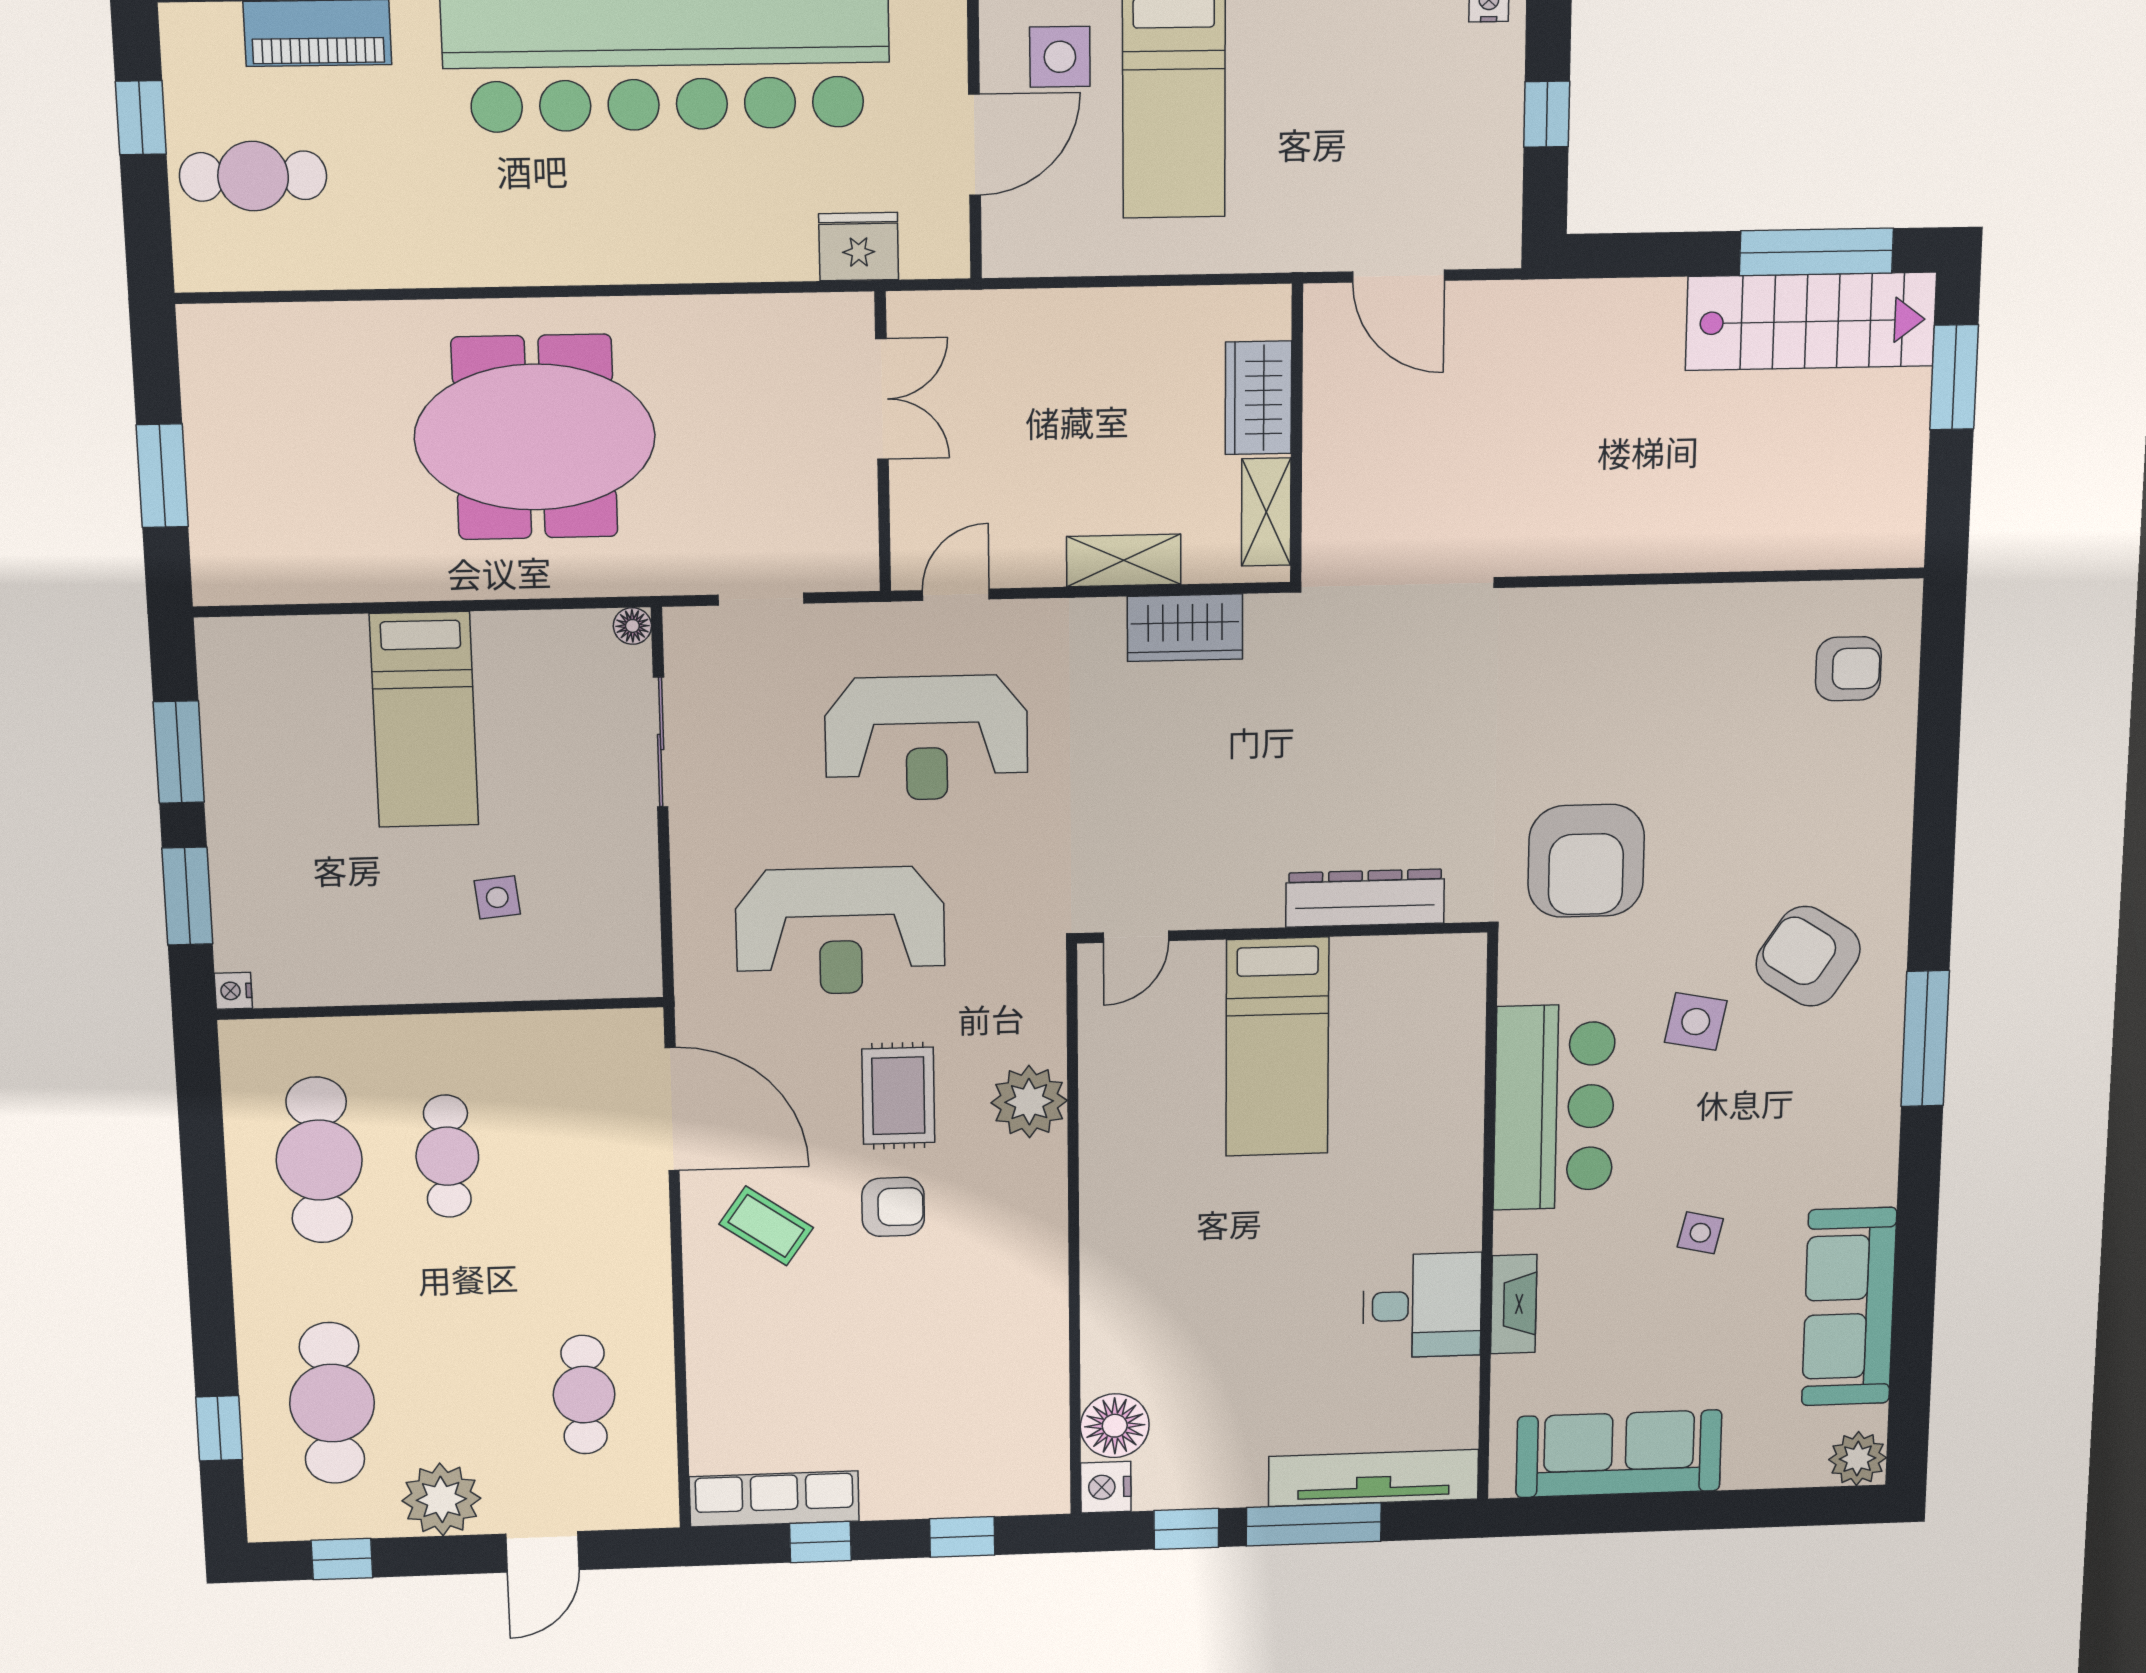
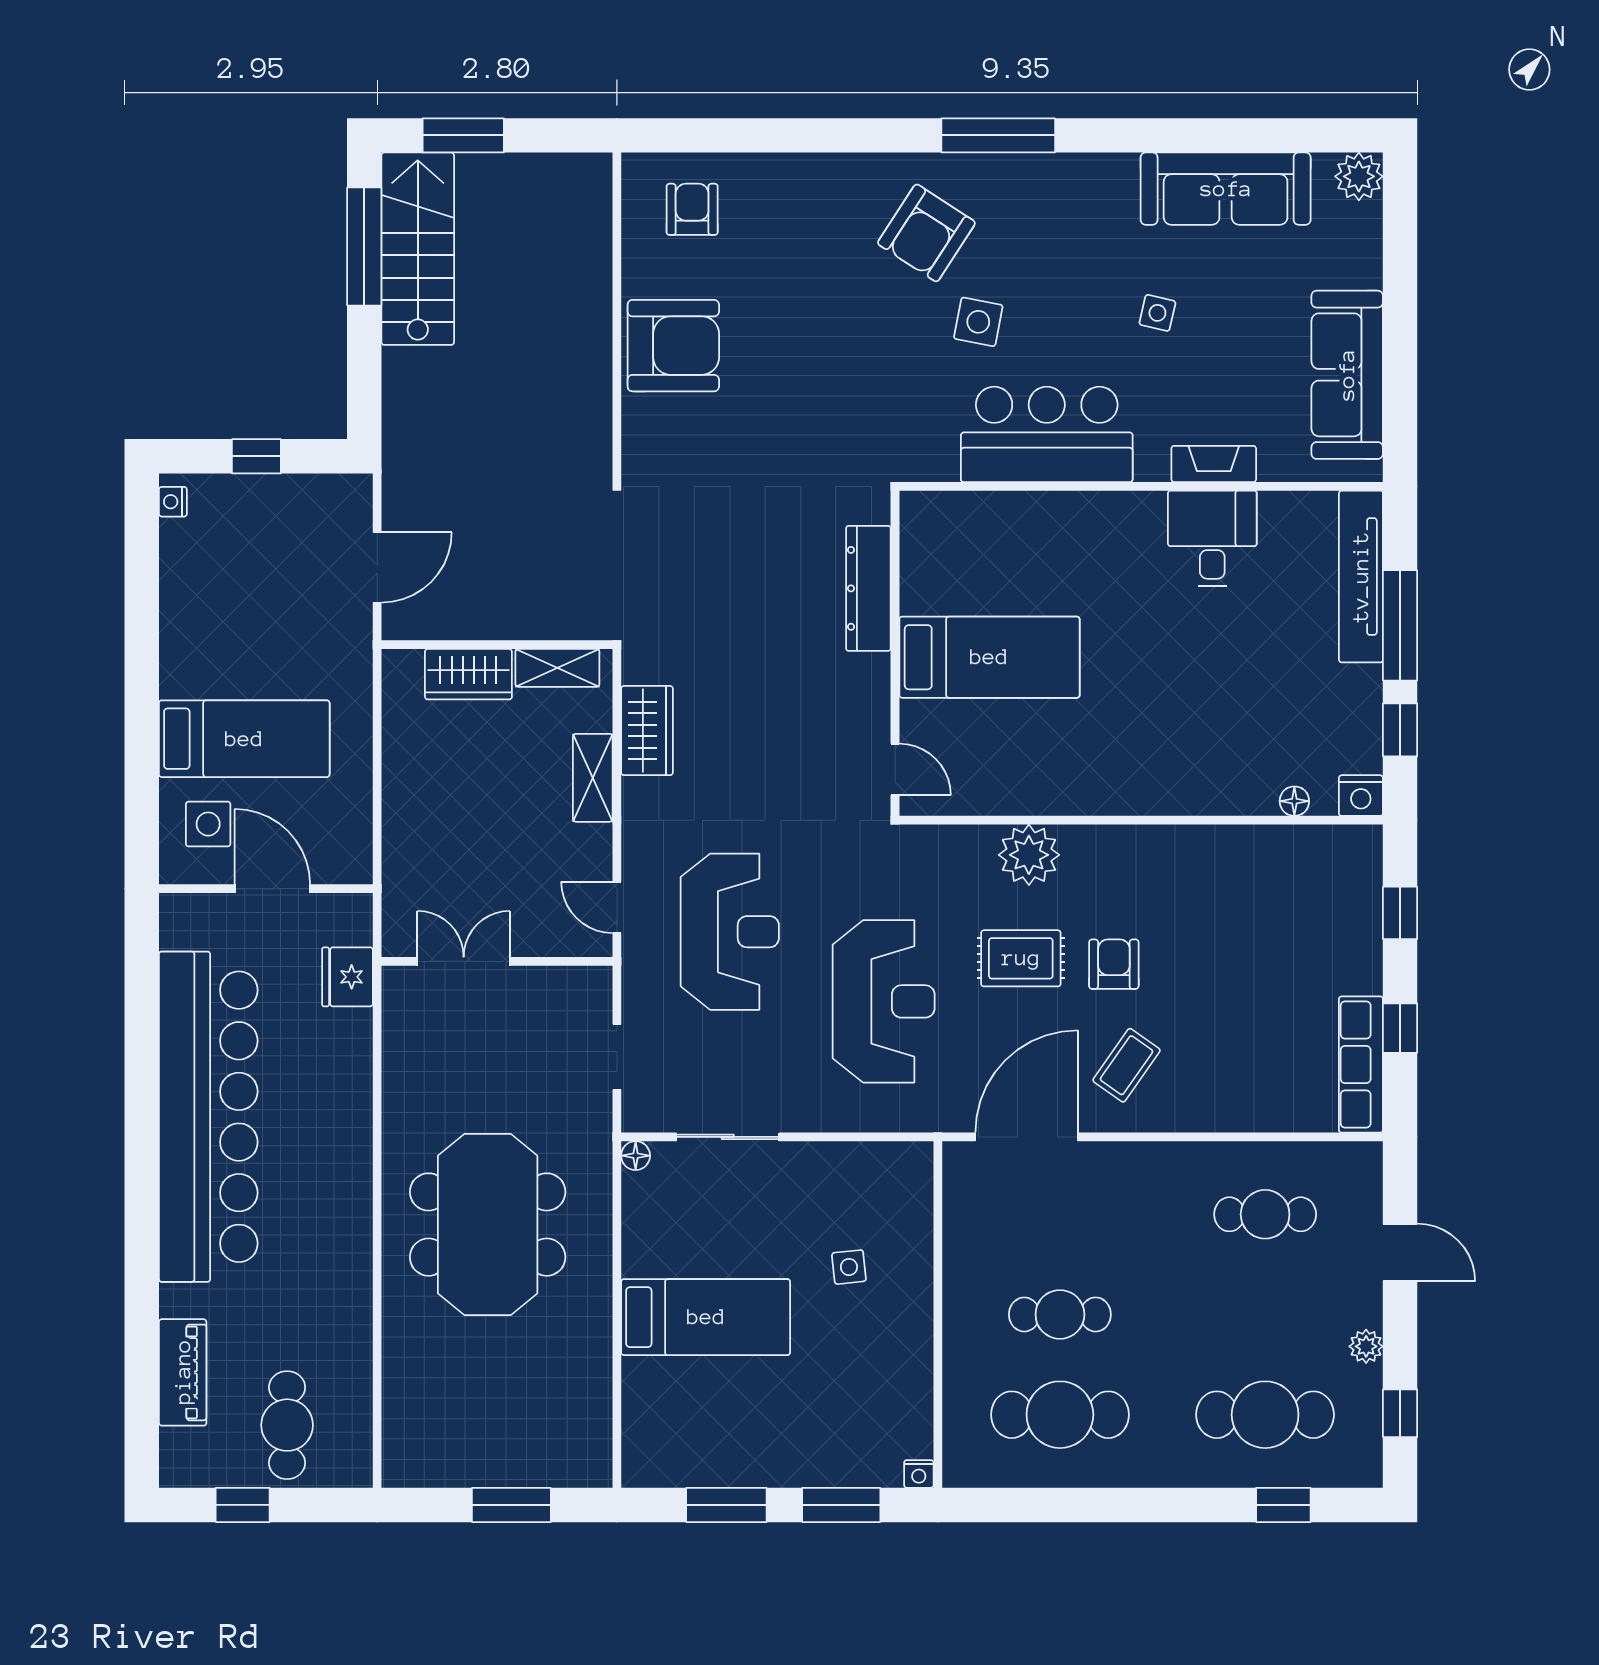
armchair: (1586, 861) -> (673, 346), moved
floor lamp: (1115, 1426) -> (1294, 801), width x0.53, depth x0.53
plant: (441, 1499) -> (1366, 1346), width x0.53, depth x0.53

